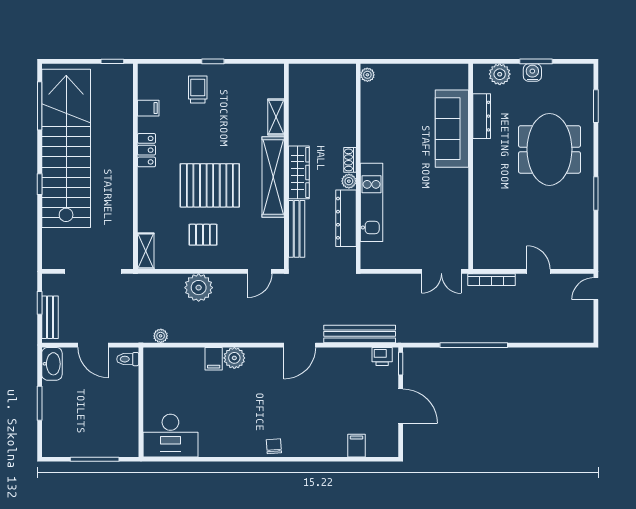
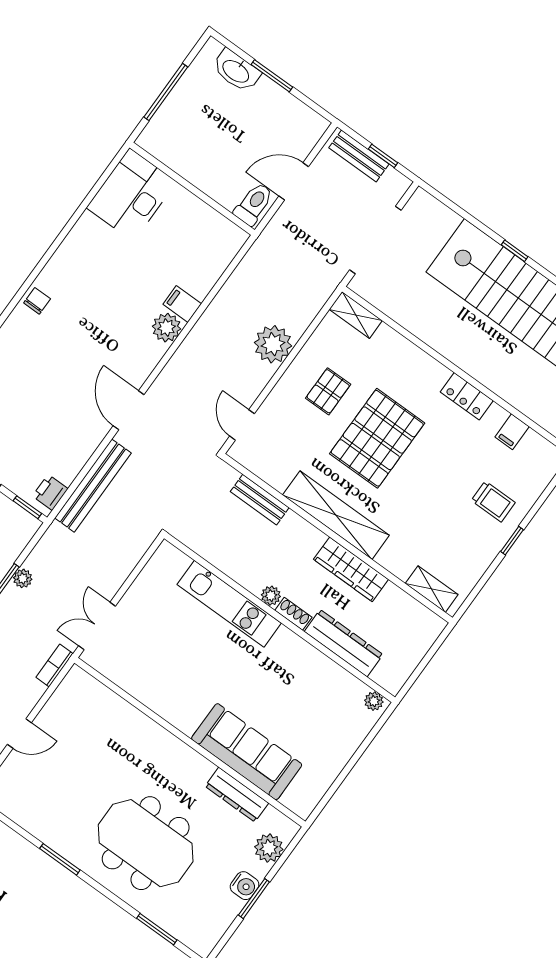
shelving: (276, 117) -> (432, 589), moved
wardrobe: (299, 172) -> (351, 569), moved
dresser: (346, 218) -> (344, 643), moved
bench: (297, 229) -> (260, 500), width x0.73
bookcase: (491, 280) -> (55, 666), width x0.64
plant: (161, 336) -> (23, 578), moved
toilet: (128, 359) -> (254, 204), width x1.37, depth x1.39
washbasin: (52, 364) -> (236, 71), moved
chair: (274, 446) -> (37, 301), turned -86

